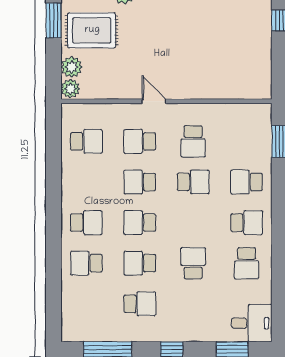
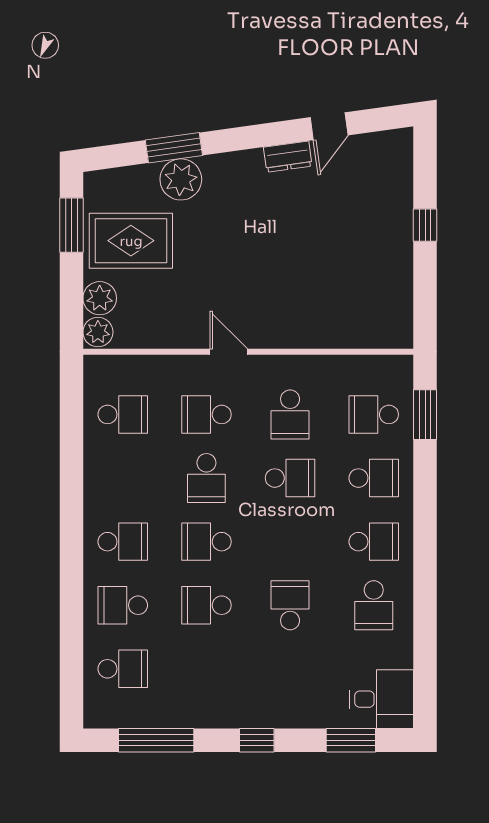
school desk: (247, 141) -> (374, 414), added
school desk: (140, 182) -> (206, 478), turned -90
school desk: (247, 182) -> (374, 478), turned 180
school desk: (140, 304) -> (123, 669), moved

